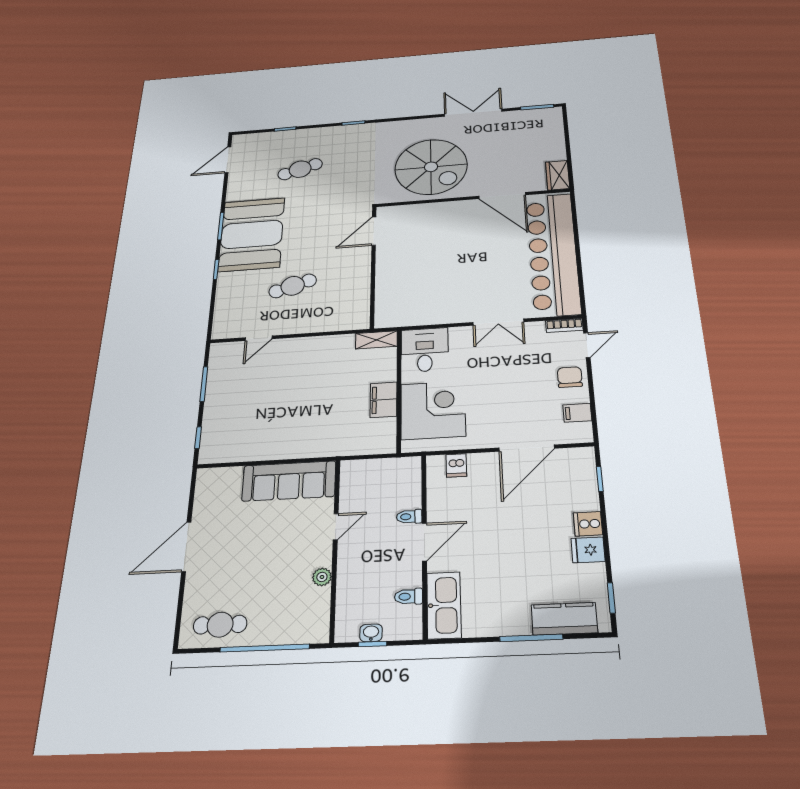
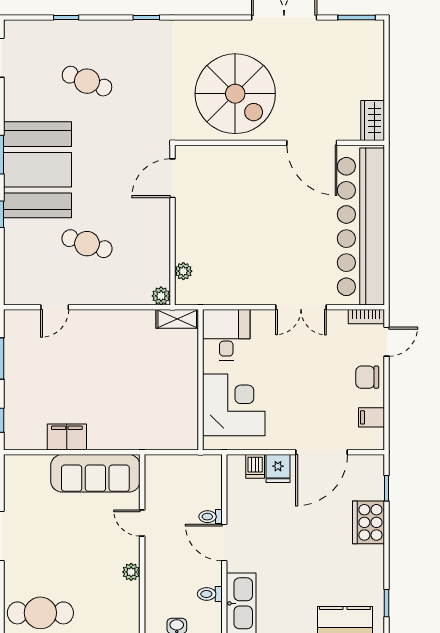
cafe table: (300, 169) -> (87, 81), turned 39
cafe table: (293, 286) -> (87, 244), turned 36
plant: (383, 301) -> (183, 271), added
plant: (361, 322) -> (161, 296), added
chair: (570, 377) -> (367, 377), turned -90
filing cabinet: (384, 400) -> (67, 437), moved, turned 90
cooker: (588, 524) -> (368, 522), width x1.87, depth x1.31
door: (336, 527) -> (142, 523), swing flipped
door: (424, 542) -> (224, 543), swing flipped
fridge: (588, 550) -> (278, 468), moved, turned -90
cafe table: (220, 625) -> (40, 613), width x1.37, depth x1.35

